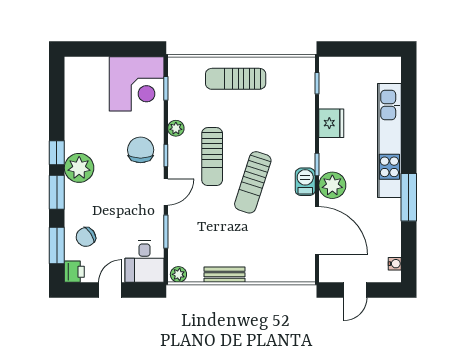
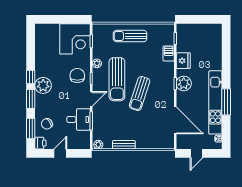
kitchen unit: (389, 141) -> (215, 102), moved
sun lounger: (212, 157) -> (117, 79), width x1.36, depth x1.34
barbecue: (305, 182) -> (169, 54), moved
plant: (332, 185) -> (184, 83), moved
desk: (144, 261) -> (79, 119), moved, turned -90

